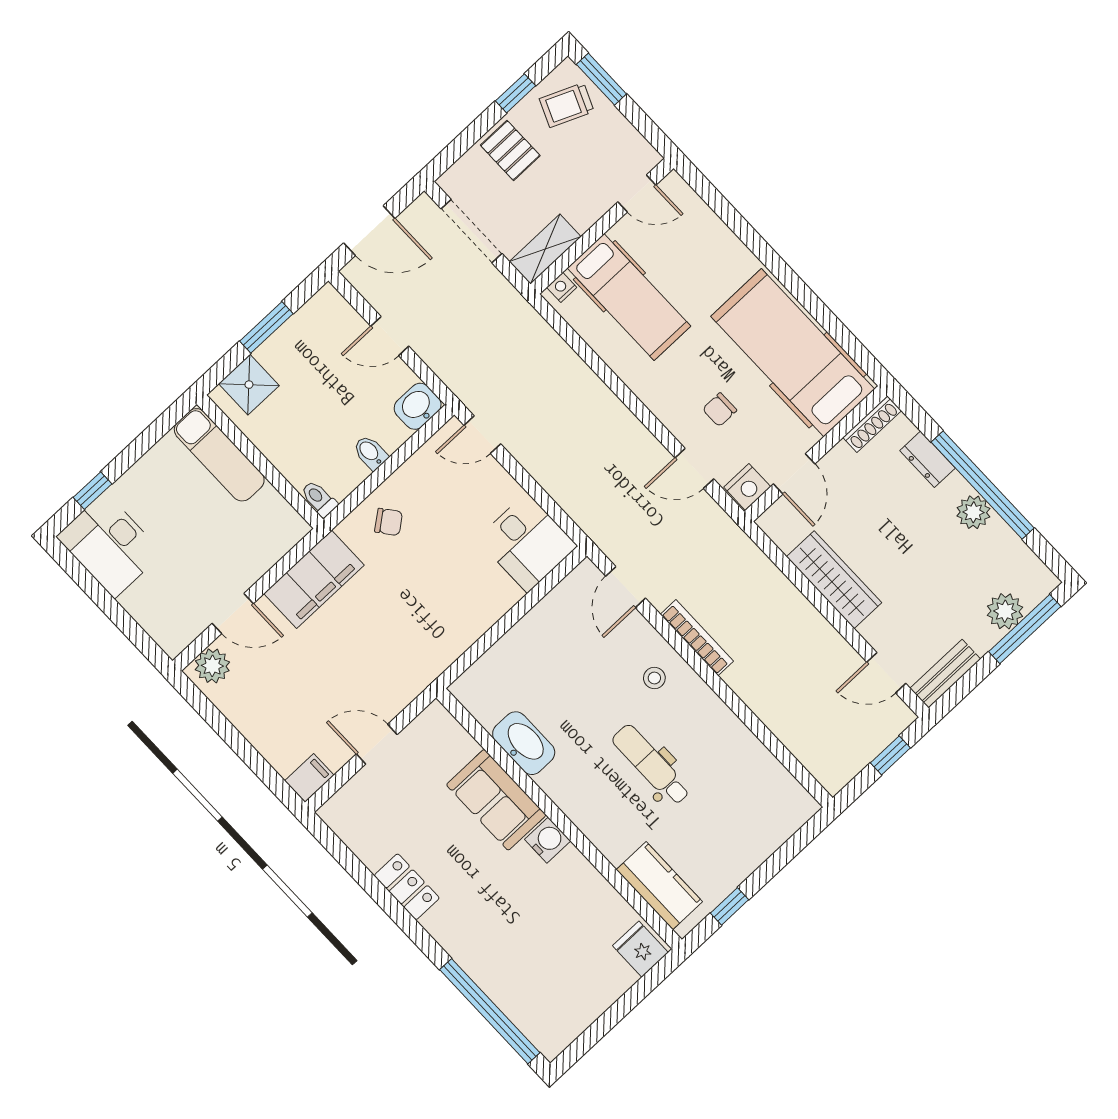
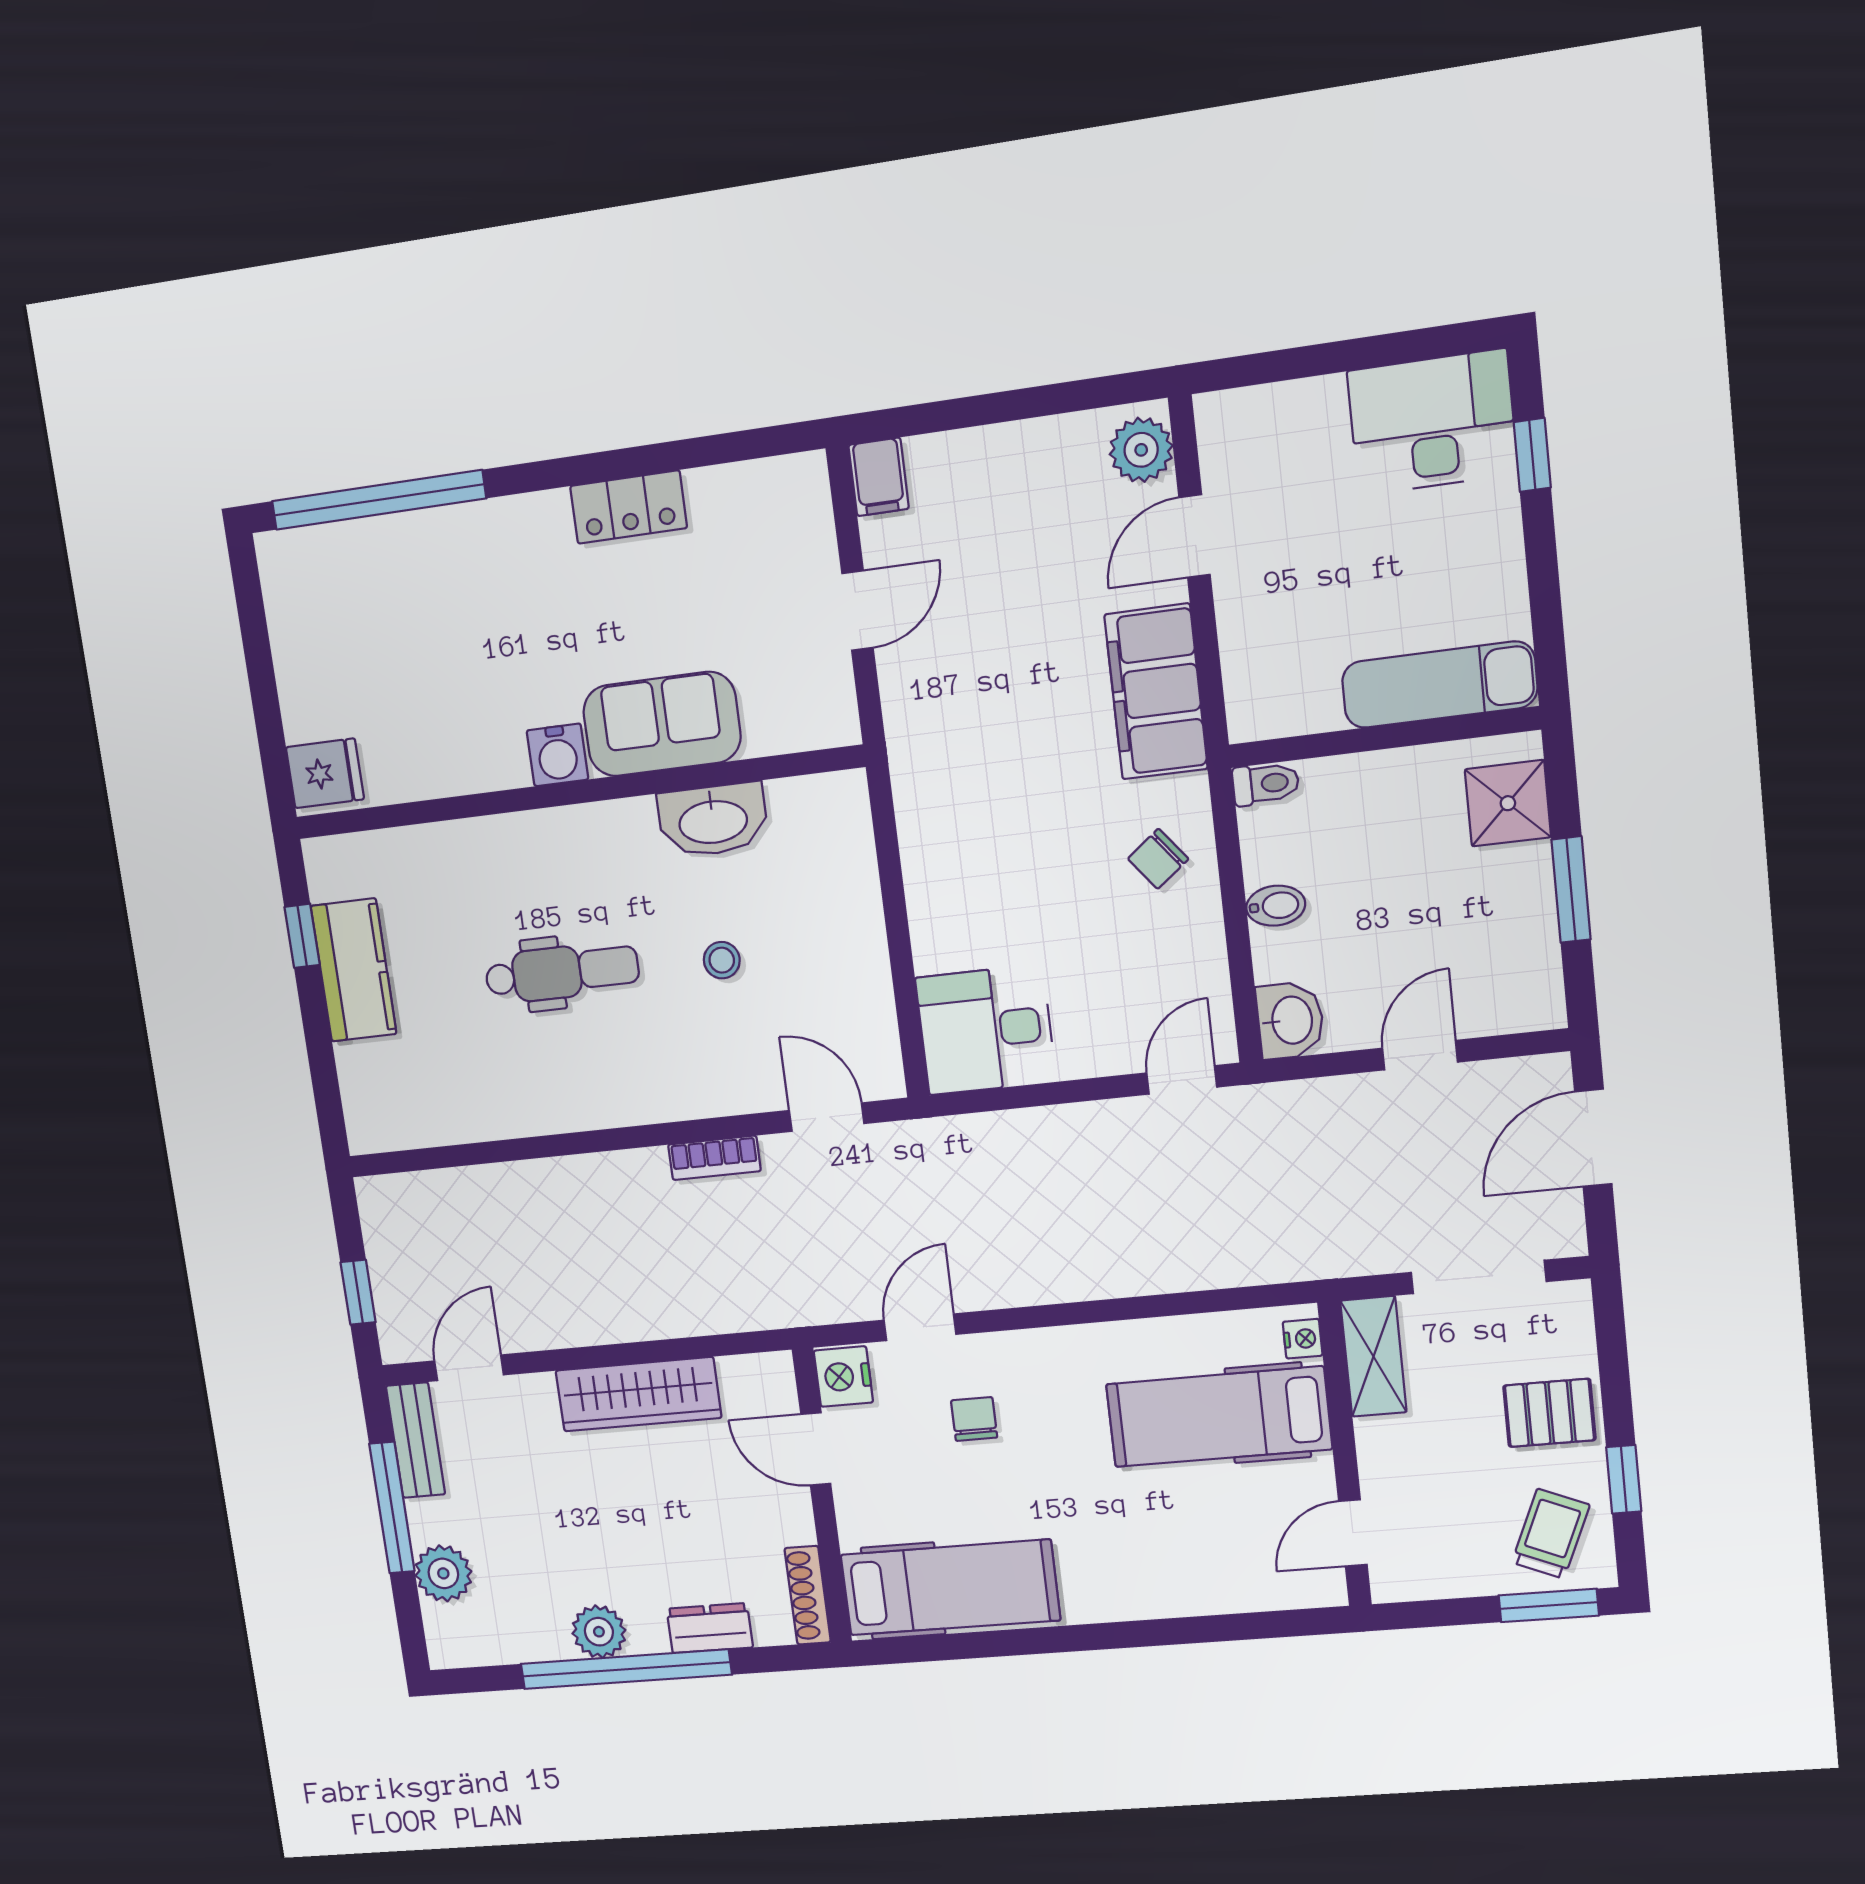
hospital bed: (793, 353) -> (950, 1587), width x0.73, depth x0.78
window: (1025, 629) -> (392, 1508), moved
bookcase: (697, 638) -> (714, 1158), width x0.64
stool: (654, 678) -> (722, 960), moved
kitchen counter: (659, 886) -> (354, 970), moved, turned -90

